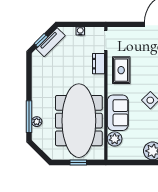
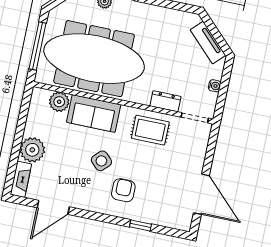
window: (41, 40) -> (213, 30), removed
window: (78, 163) -> (38, 46), width x2.17

